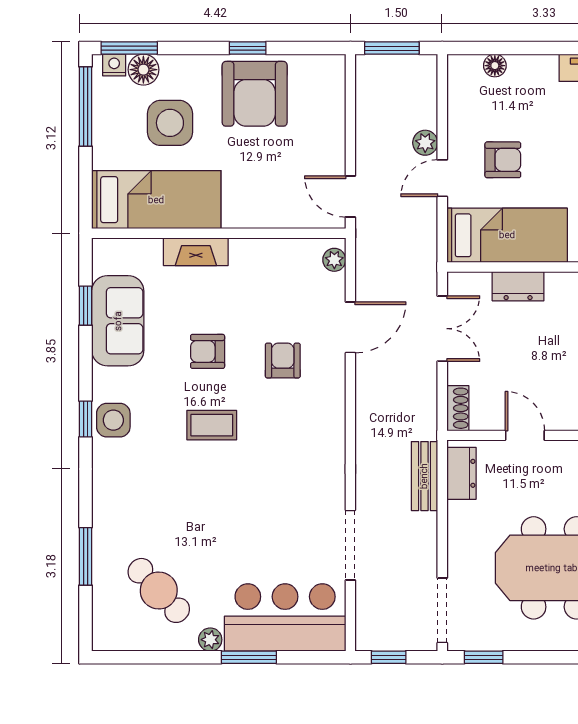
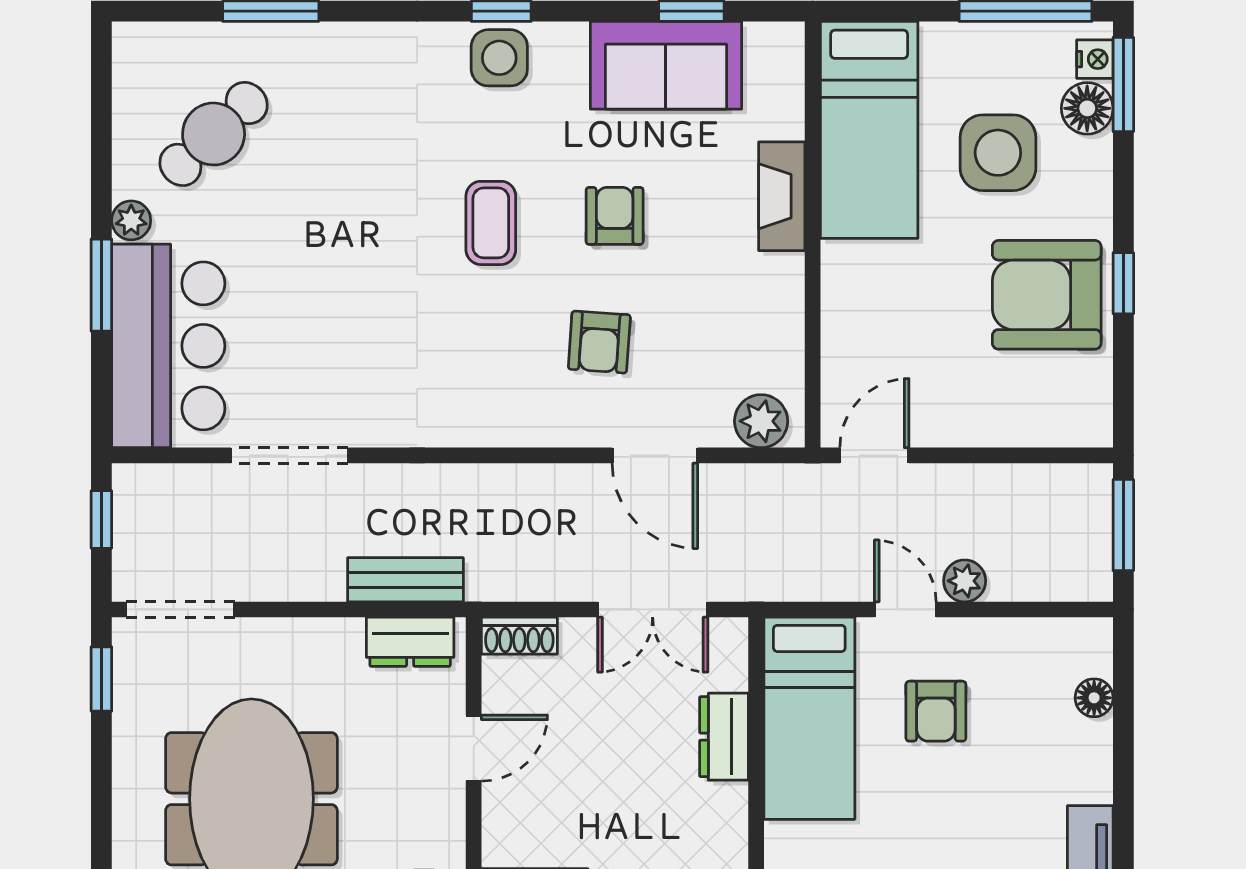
plant: (334, 260) -> (761, 421), width x1.38, depth x1.38
armchair: (283, 360) -> (599, 342), turned 94

